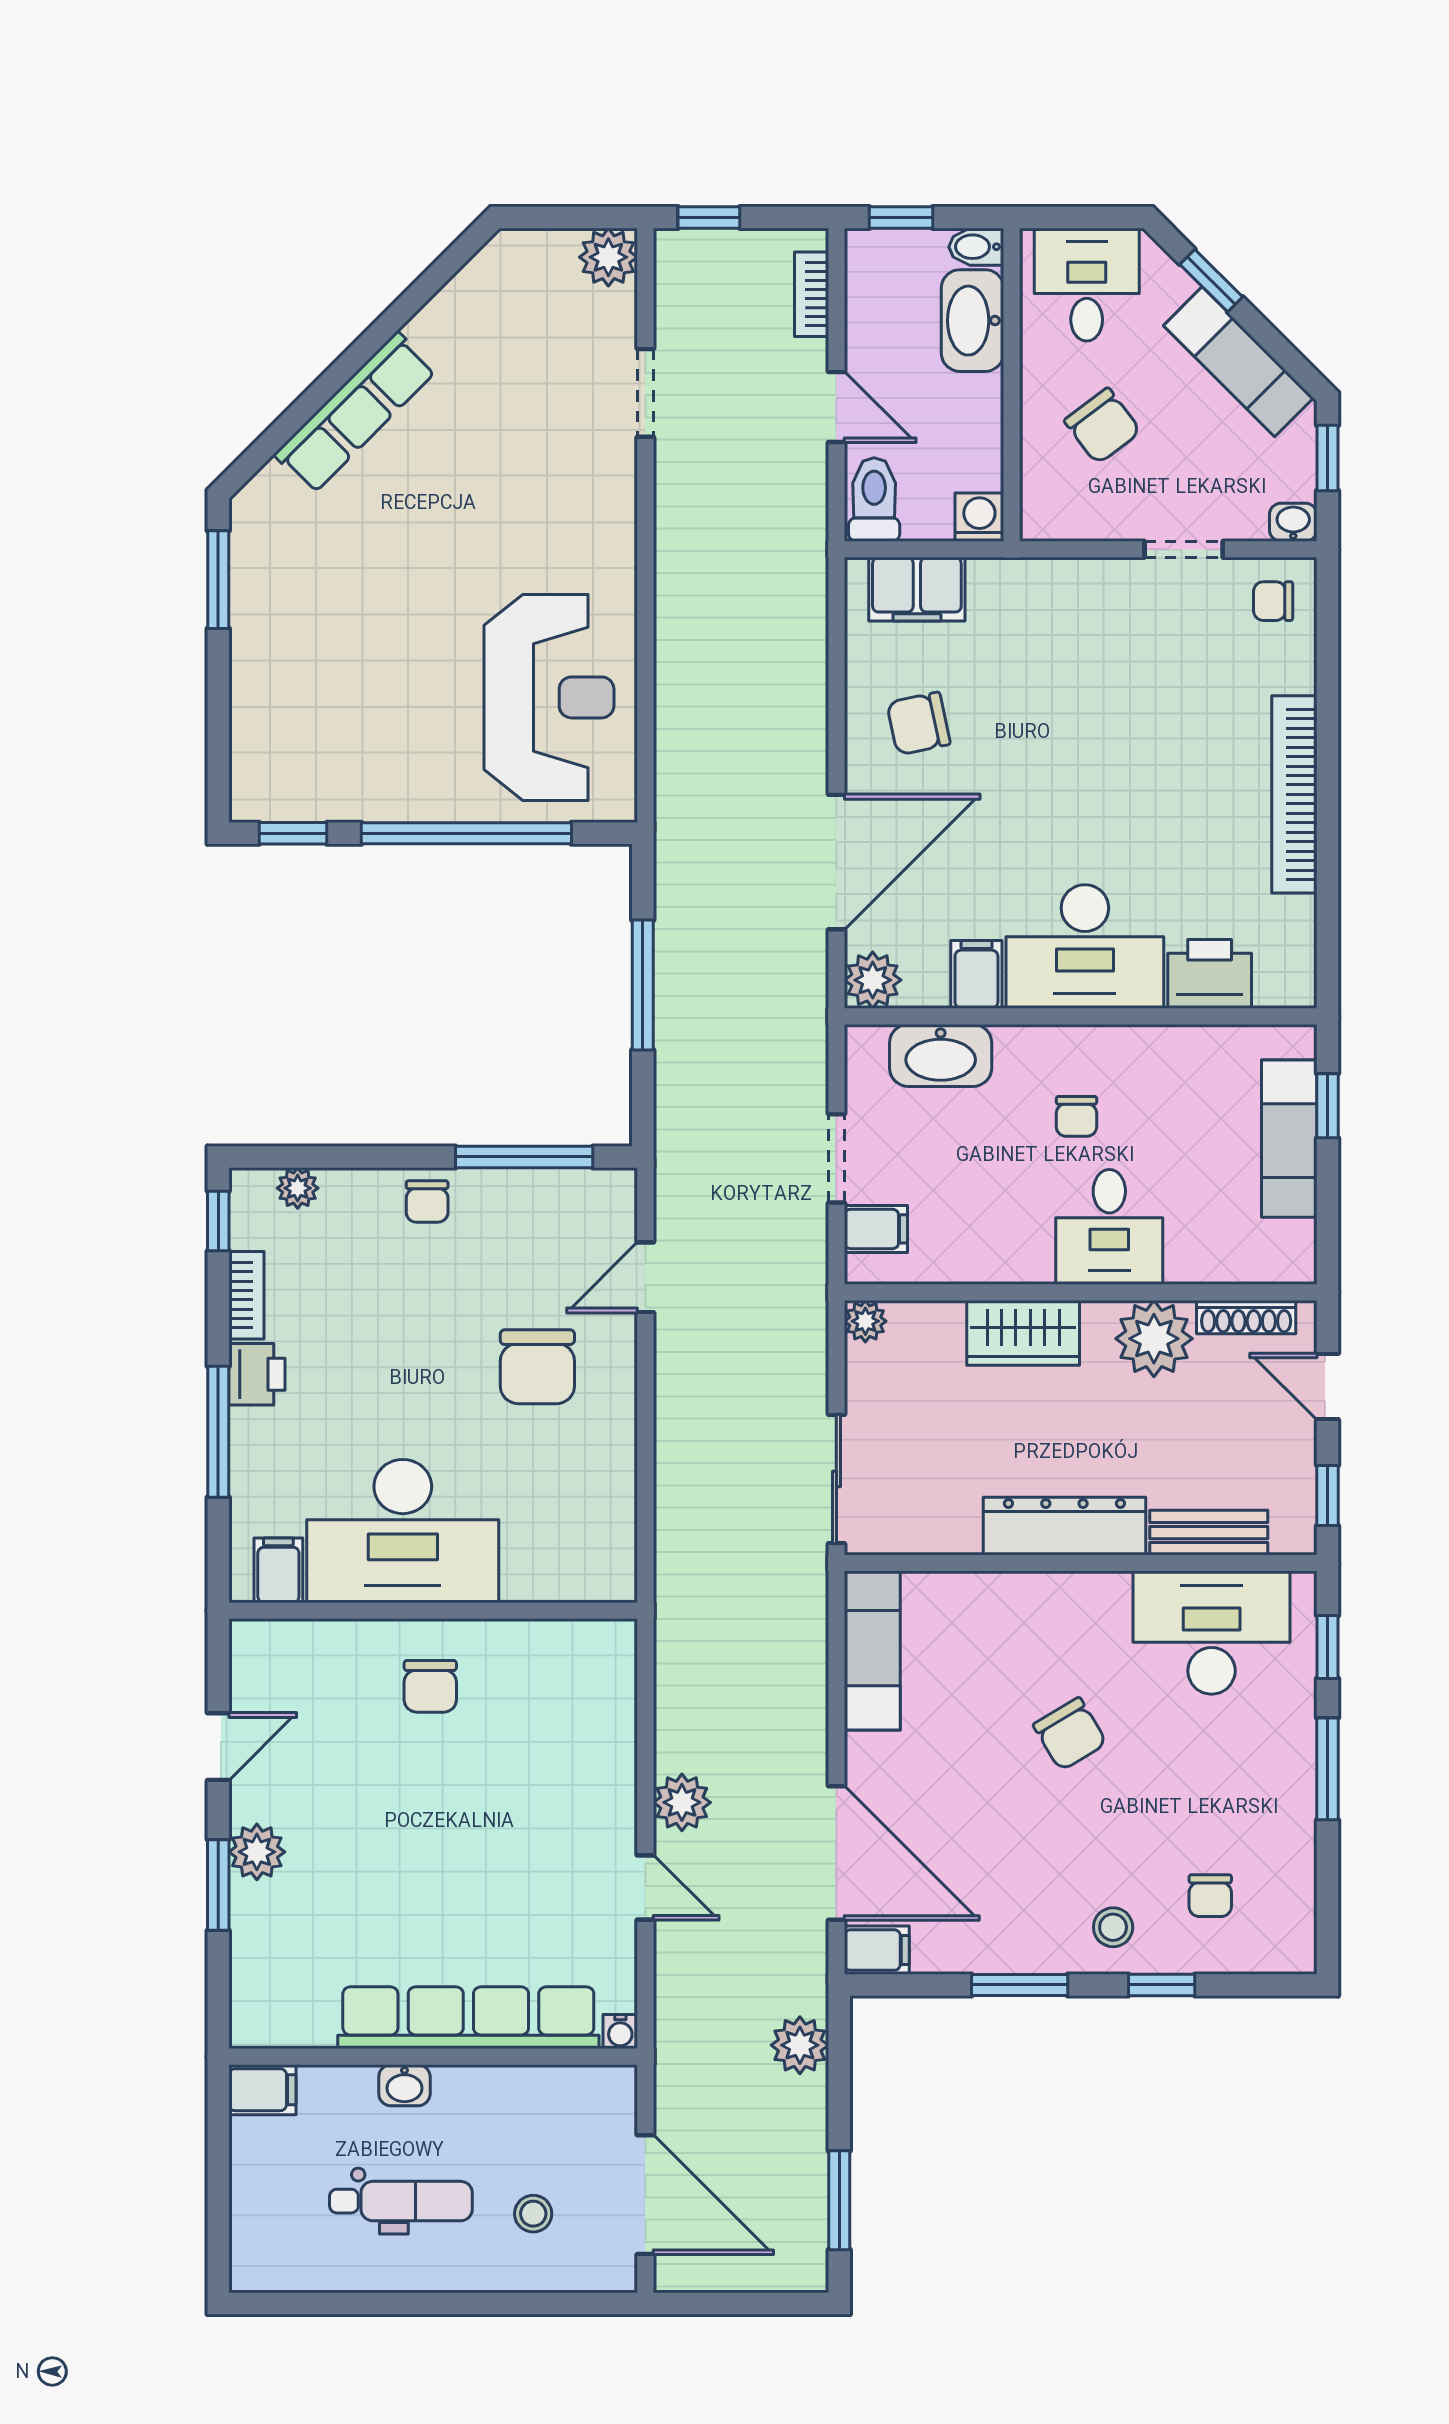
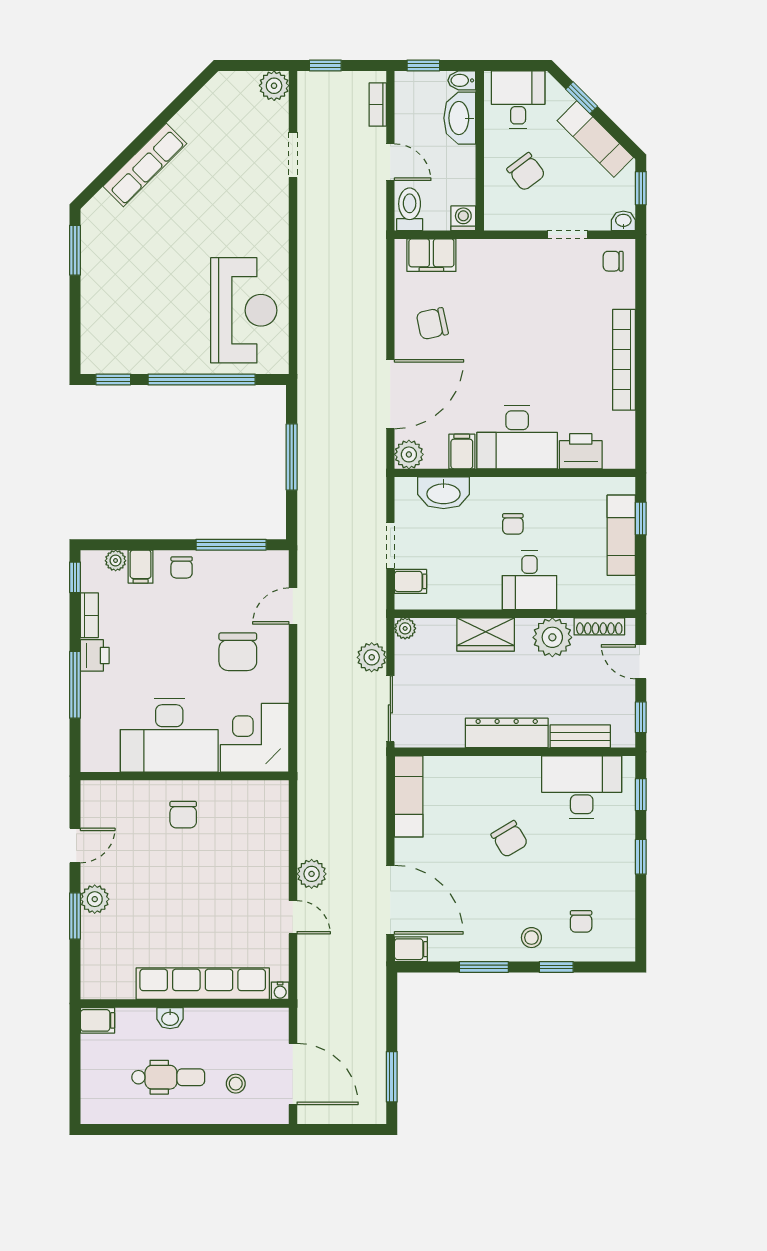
corner desk: (570, 1536) -> (255, 738), added
filing cabinet: (278, 1570) -> (141, 567), moved, turned 180
window: (1327, 1769) -> (641, 857), width x0.67
plant: (800, 2045) -> (372, 657), moved

